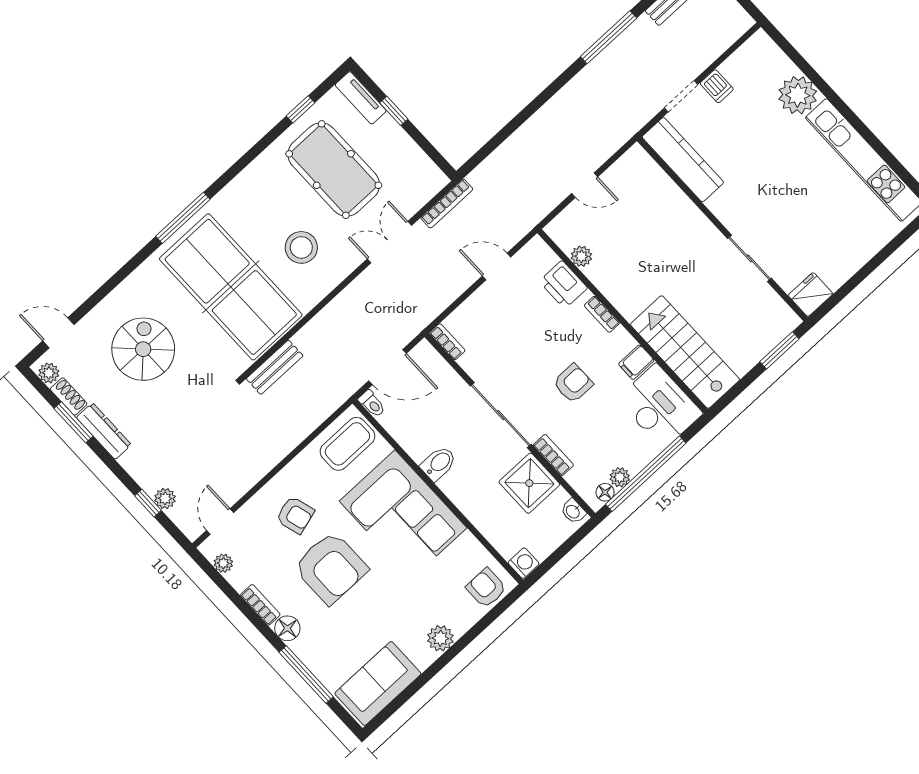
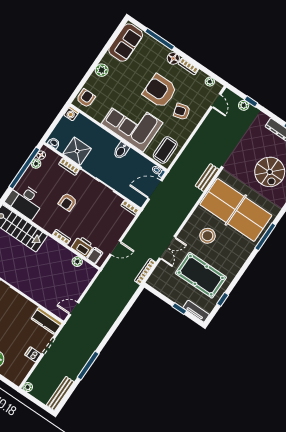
plant: (743, 22) -> (28, 387), added
kitchen counter: (683, 160) -> (47, 321), width x0.67
door: (585, 185) -> (74, 308), moved
filing cabinet: (636, 362) -> (95, 256), moved
armchair: (486, 588) -> (86, 98), turned -90

